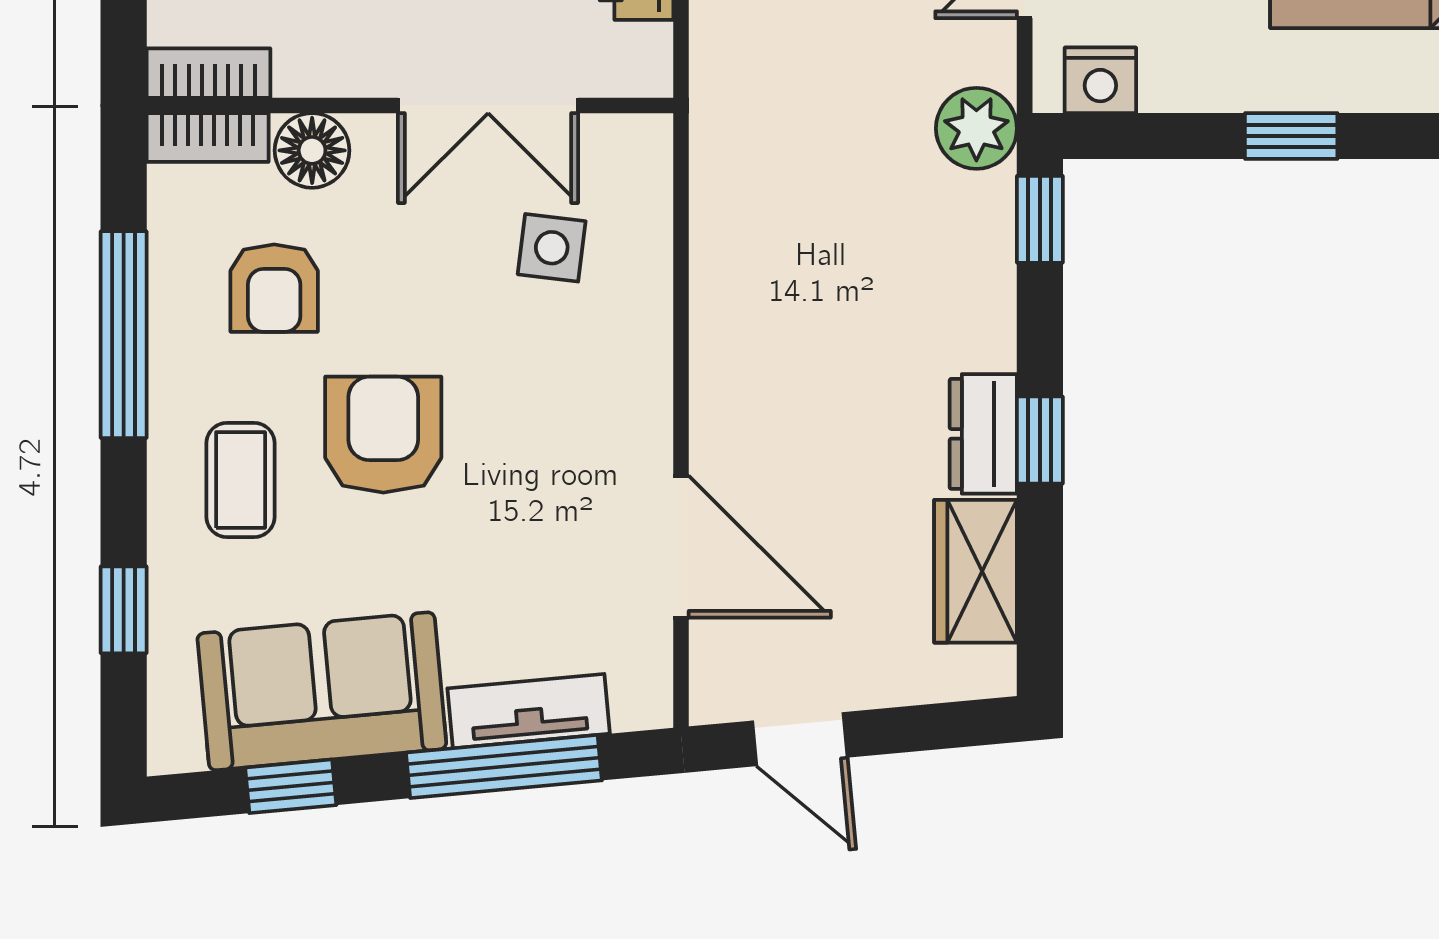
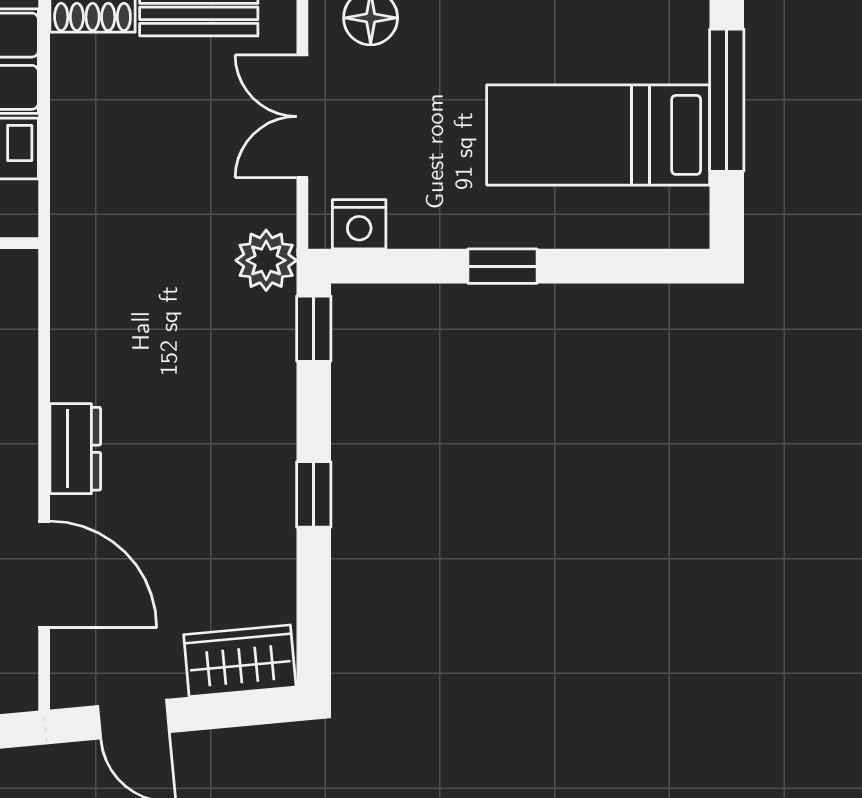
dresser: (983, 434) -> (75, 449), moved, turned 180
wardrobe: (976, 571) -> (240, 661), moved, turned 85

